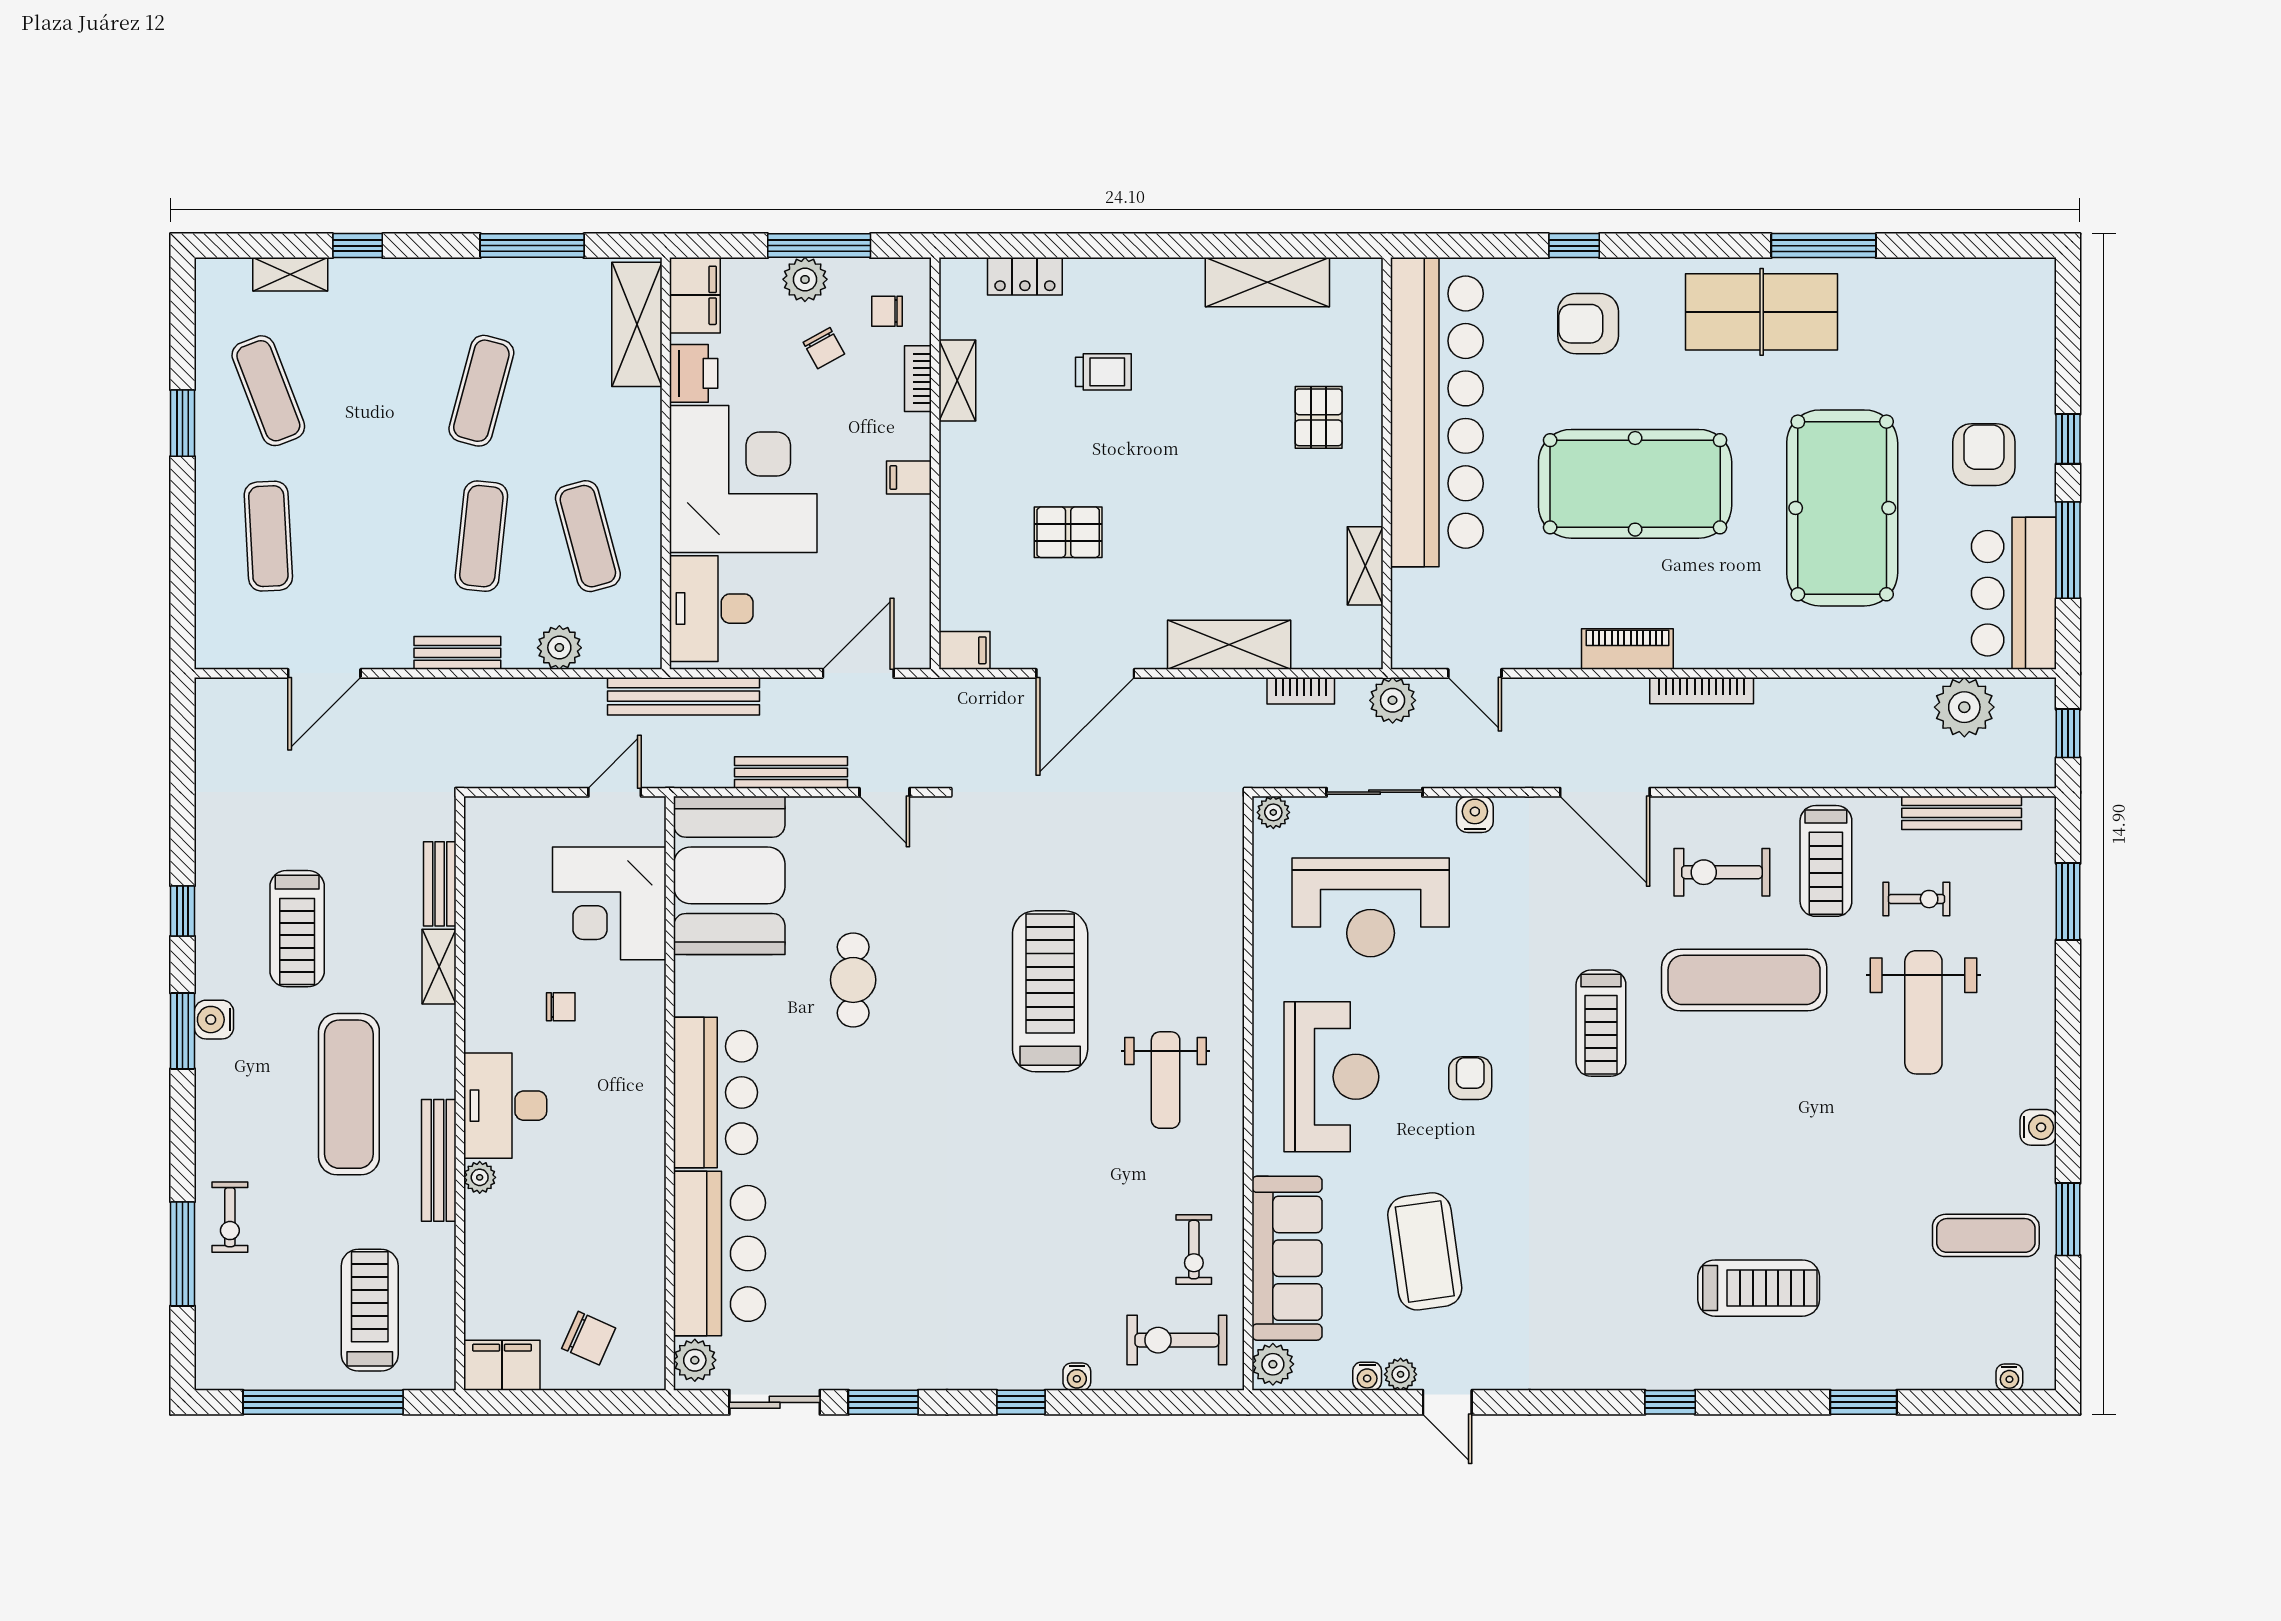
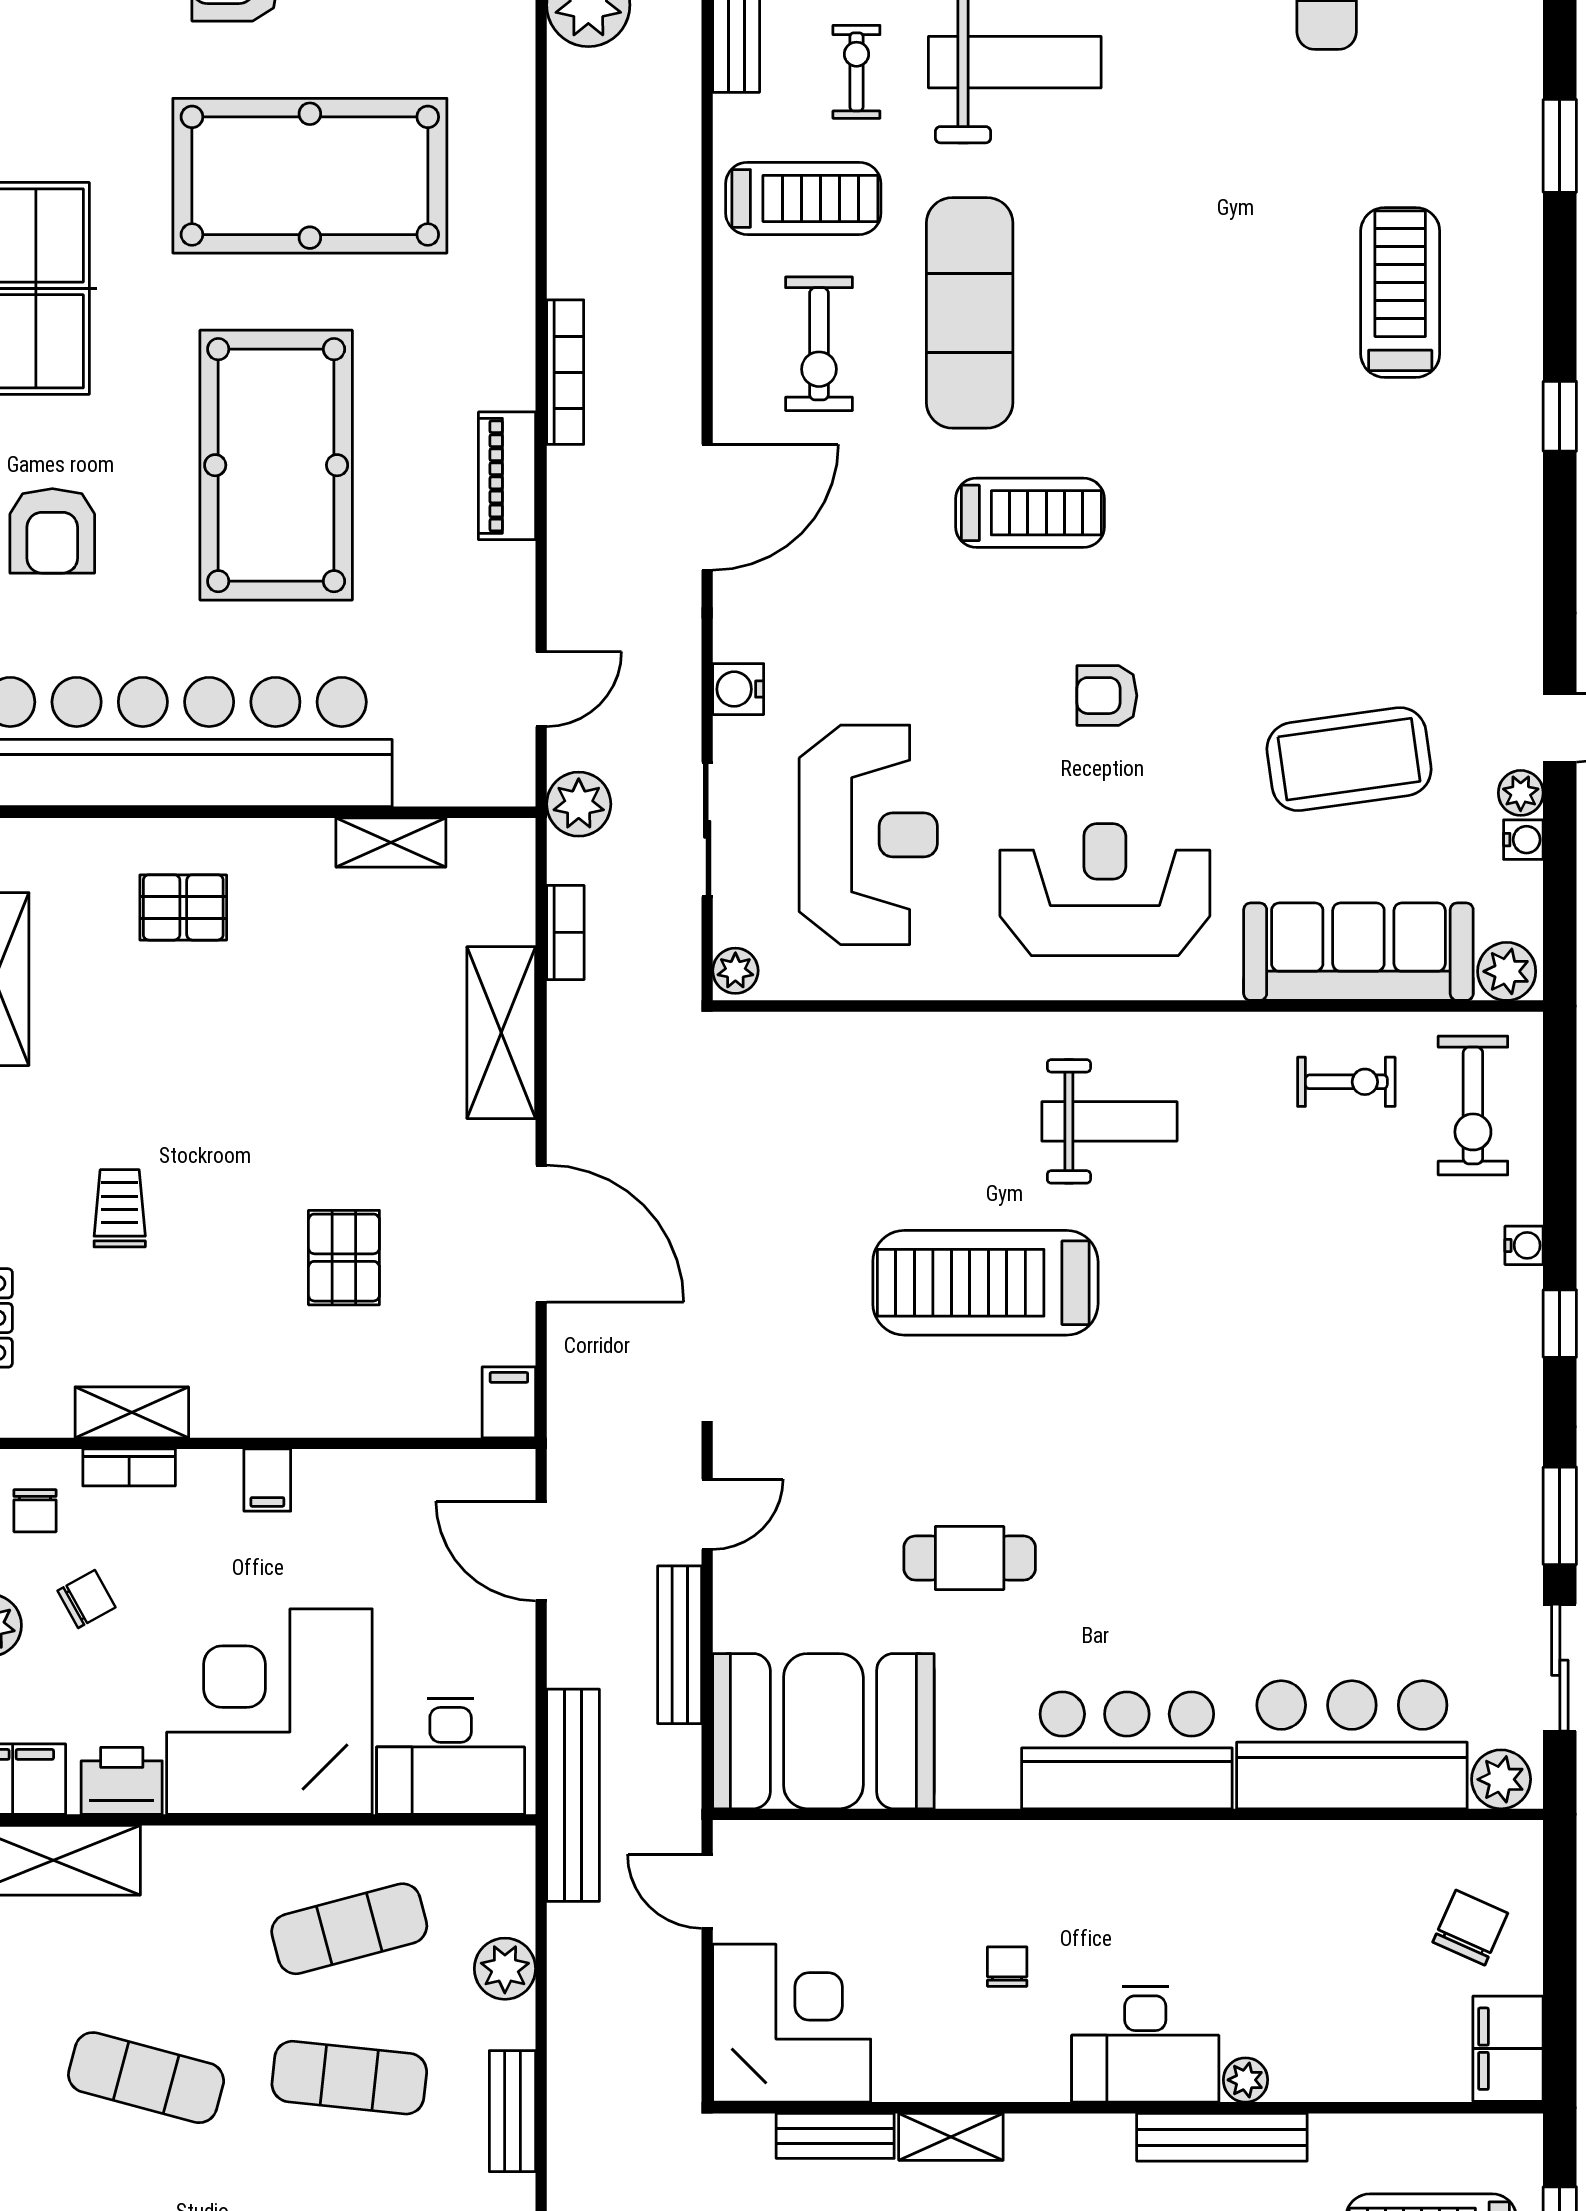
corner desk: (609, 903) -> (792, 2023), moved, turned -90

